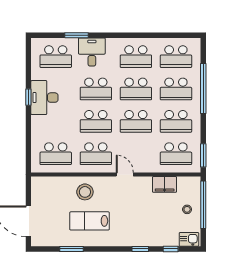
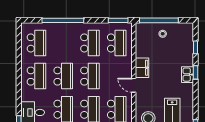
school desk: (176, 89) -> (63, 43), removed
door: (125, 174) -> (134, 85), hinge flipped
filing cabinet: (165, 184) -> (142, 68), moved
kitchen sink: (189, 239) -> (187, 75), moved

